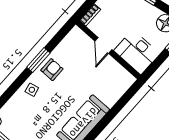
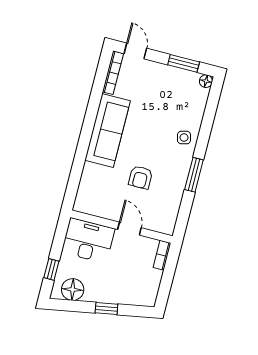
armchair: (52, 70) -> (140, 177), moved

